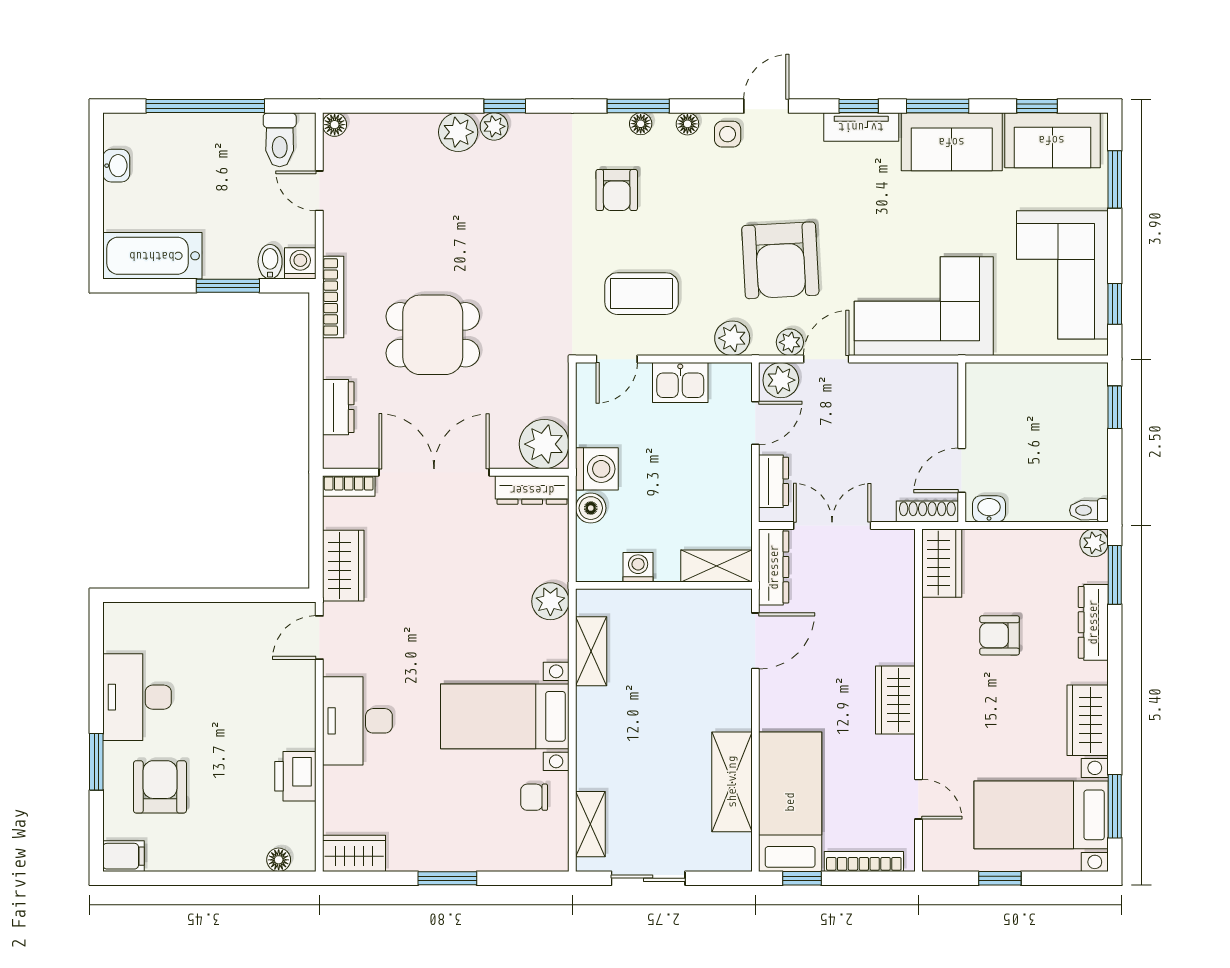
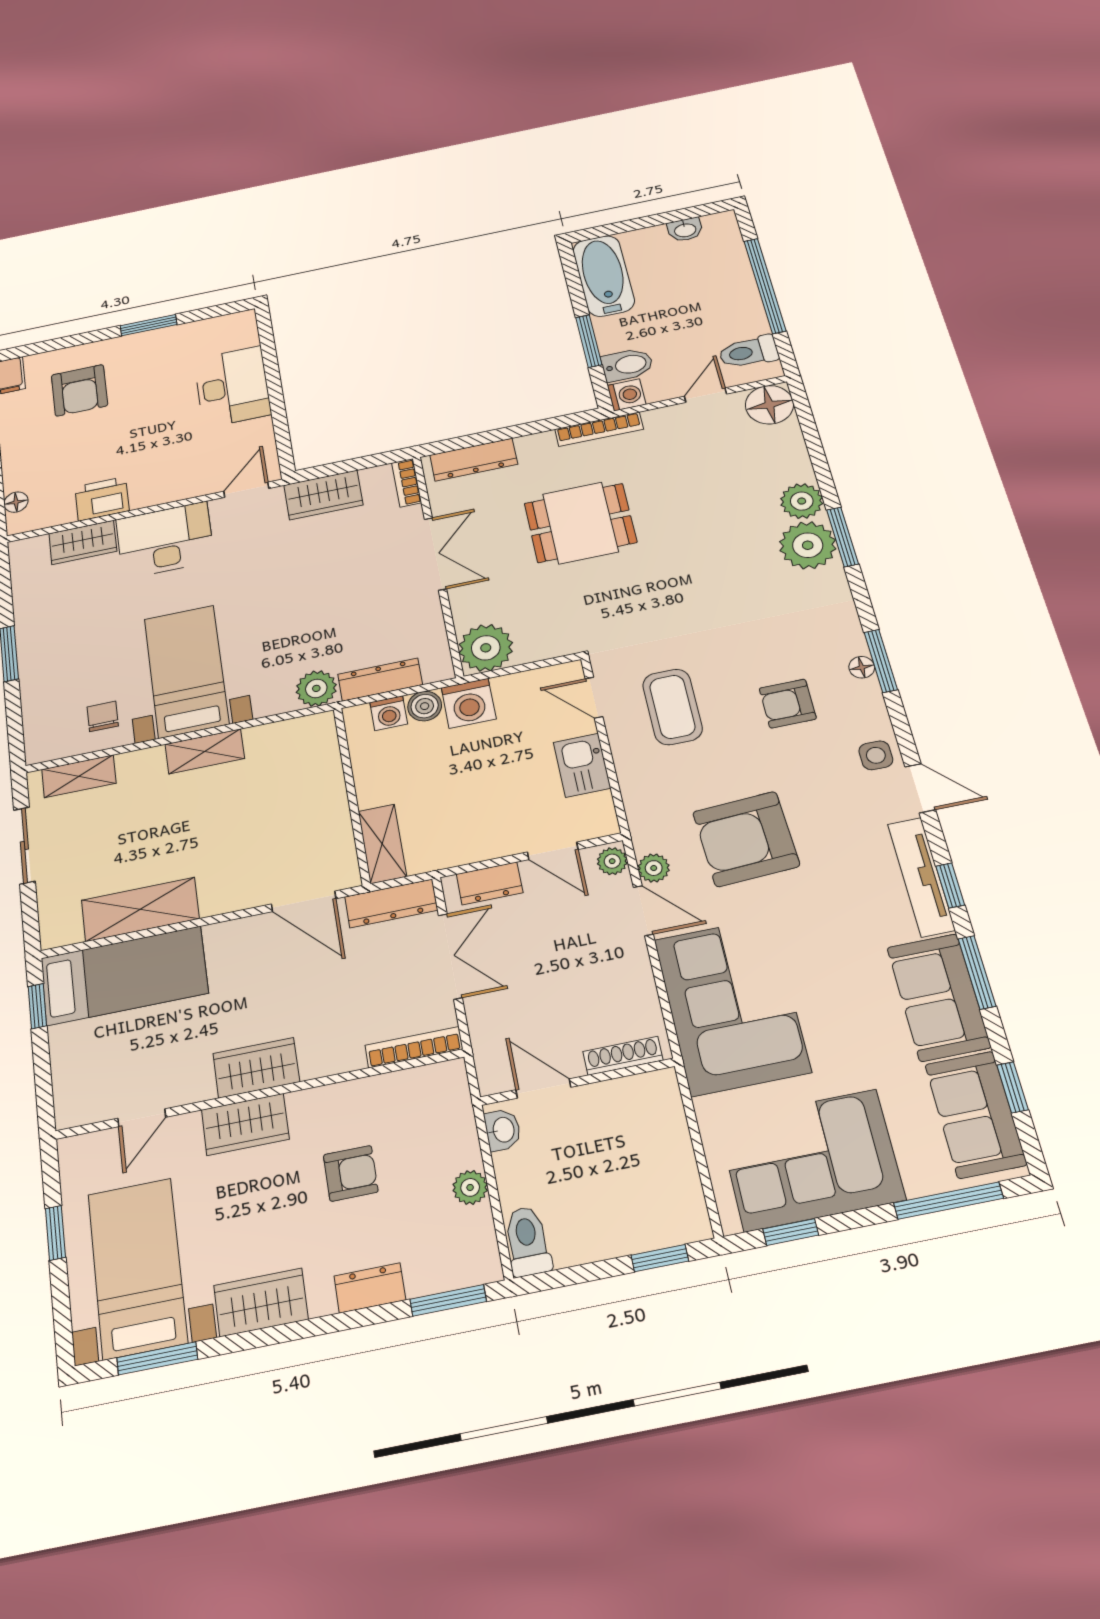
window: (505, 106) -> (842, 537), width x1.50
floor lamp: (687, 124) -> (875, 713), removed
floor lamp: (335, 125) -> (769, 405), width x1.89, depth x1.89
plant: (494, 126) -> (808, 545), width x1.88, depth x1.88
tv unit: (861, 127) -> (921, 877), width x1.41
window: (1115, 179) -> (948, 1201), width x1.44
armchair: (617, 190) -> (788, 704), moved
bidet: (270, 262) -> (627, 365), width x1.38, depth x1.36
dining table: (433, 335) -> (580, 523), turned 90
plant: (732, 338) -> (644, 807), removed
plant: (781, 380) -> (612, 861), width x0.73, depth x0.73
dresser: (338, 407) -> (474, 460), width x1.44
double door: (434, 472) -> (435, 554), width x0.73
dresser: (532, 490) -> (380, 679), moved, turned 90
toilet: (1089, 510) -> (527, 1241), width x1.37, depth x1.39
shoe rack: (927, 512) -> (623, 1056), moved, turned -90
plant: (1094, 543) -> (470, 1187), moved
wardrobe: (942, 563) -> (245, 1124), moved
washing machine: (638, 567) -> (389, 713), moved, turned 90
dresser: (1093, 622) -> (370, 1288), width x0.70
armchair: (1000, 635) -> (351, 1173), turned 90
door: (319, 638) -> (246, 490), hinge flipped
shelving: (591, 651) -> (205, 751), moved
desk: (137, 697) -> (232, 387), moved, turned 90
window: (96, 762) -> (149, 325), moved
armchair: (160, 787) -> (79, 390), turned 90
wardrobe: (354, 853) -> (83, 542), moved, turned 90
bookcase: (864, 861) -> (414, 1047), moved, turned -90

